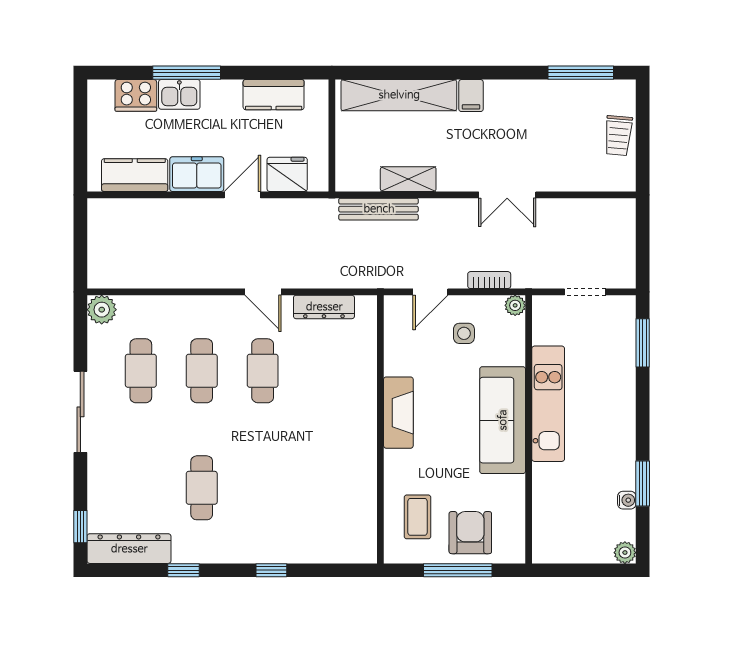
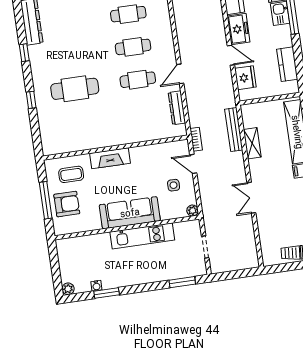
bookcase: (489, 280) -> (196, 139), moved
fireplace: (398, 413) -> (110, 158), moved
cafe table: (202, 488) -> (75, 89), moved, width x1.37, depth x1.35

